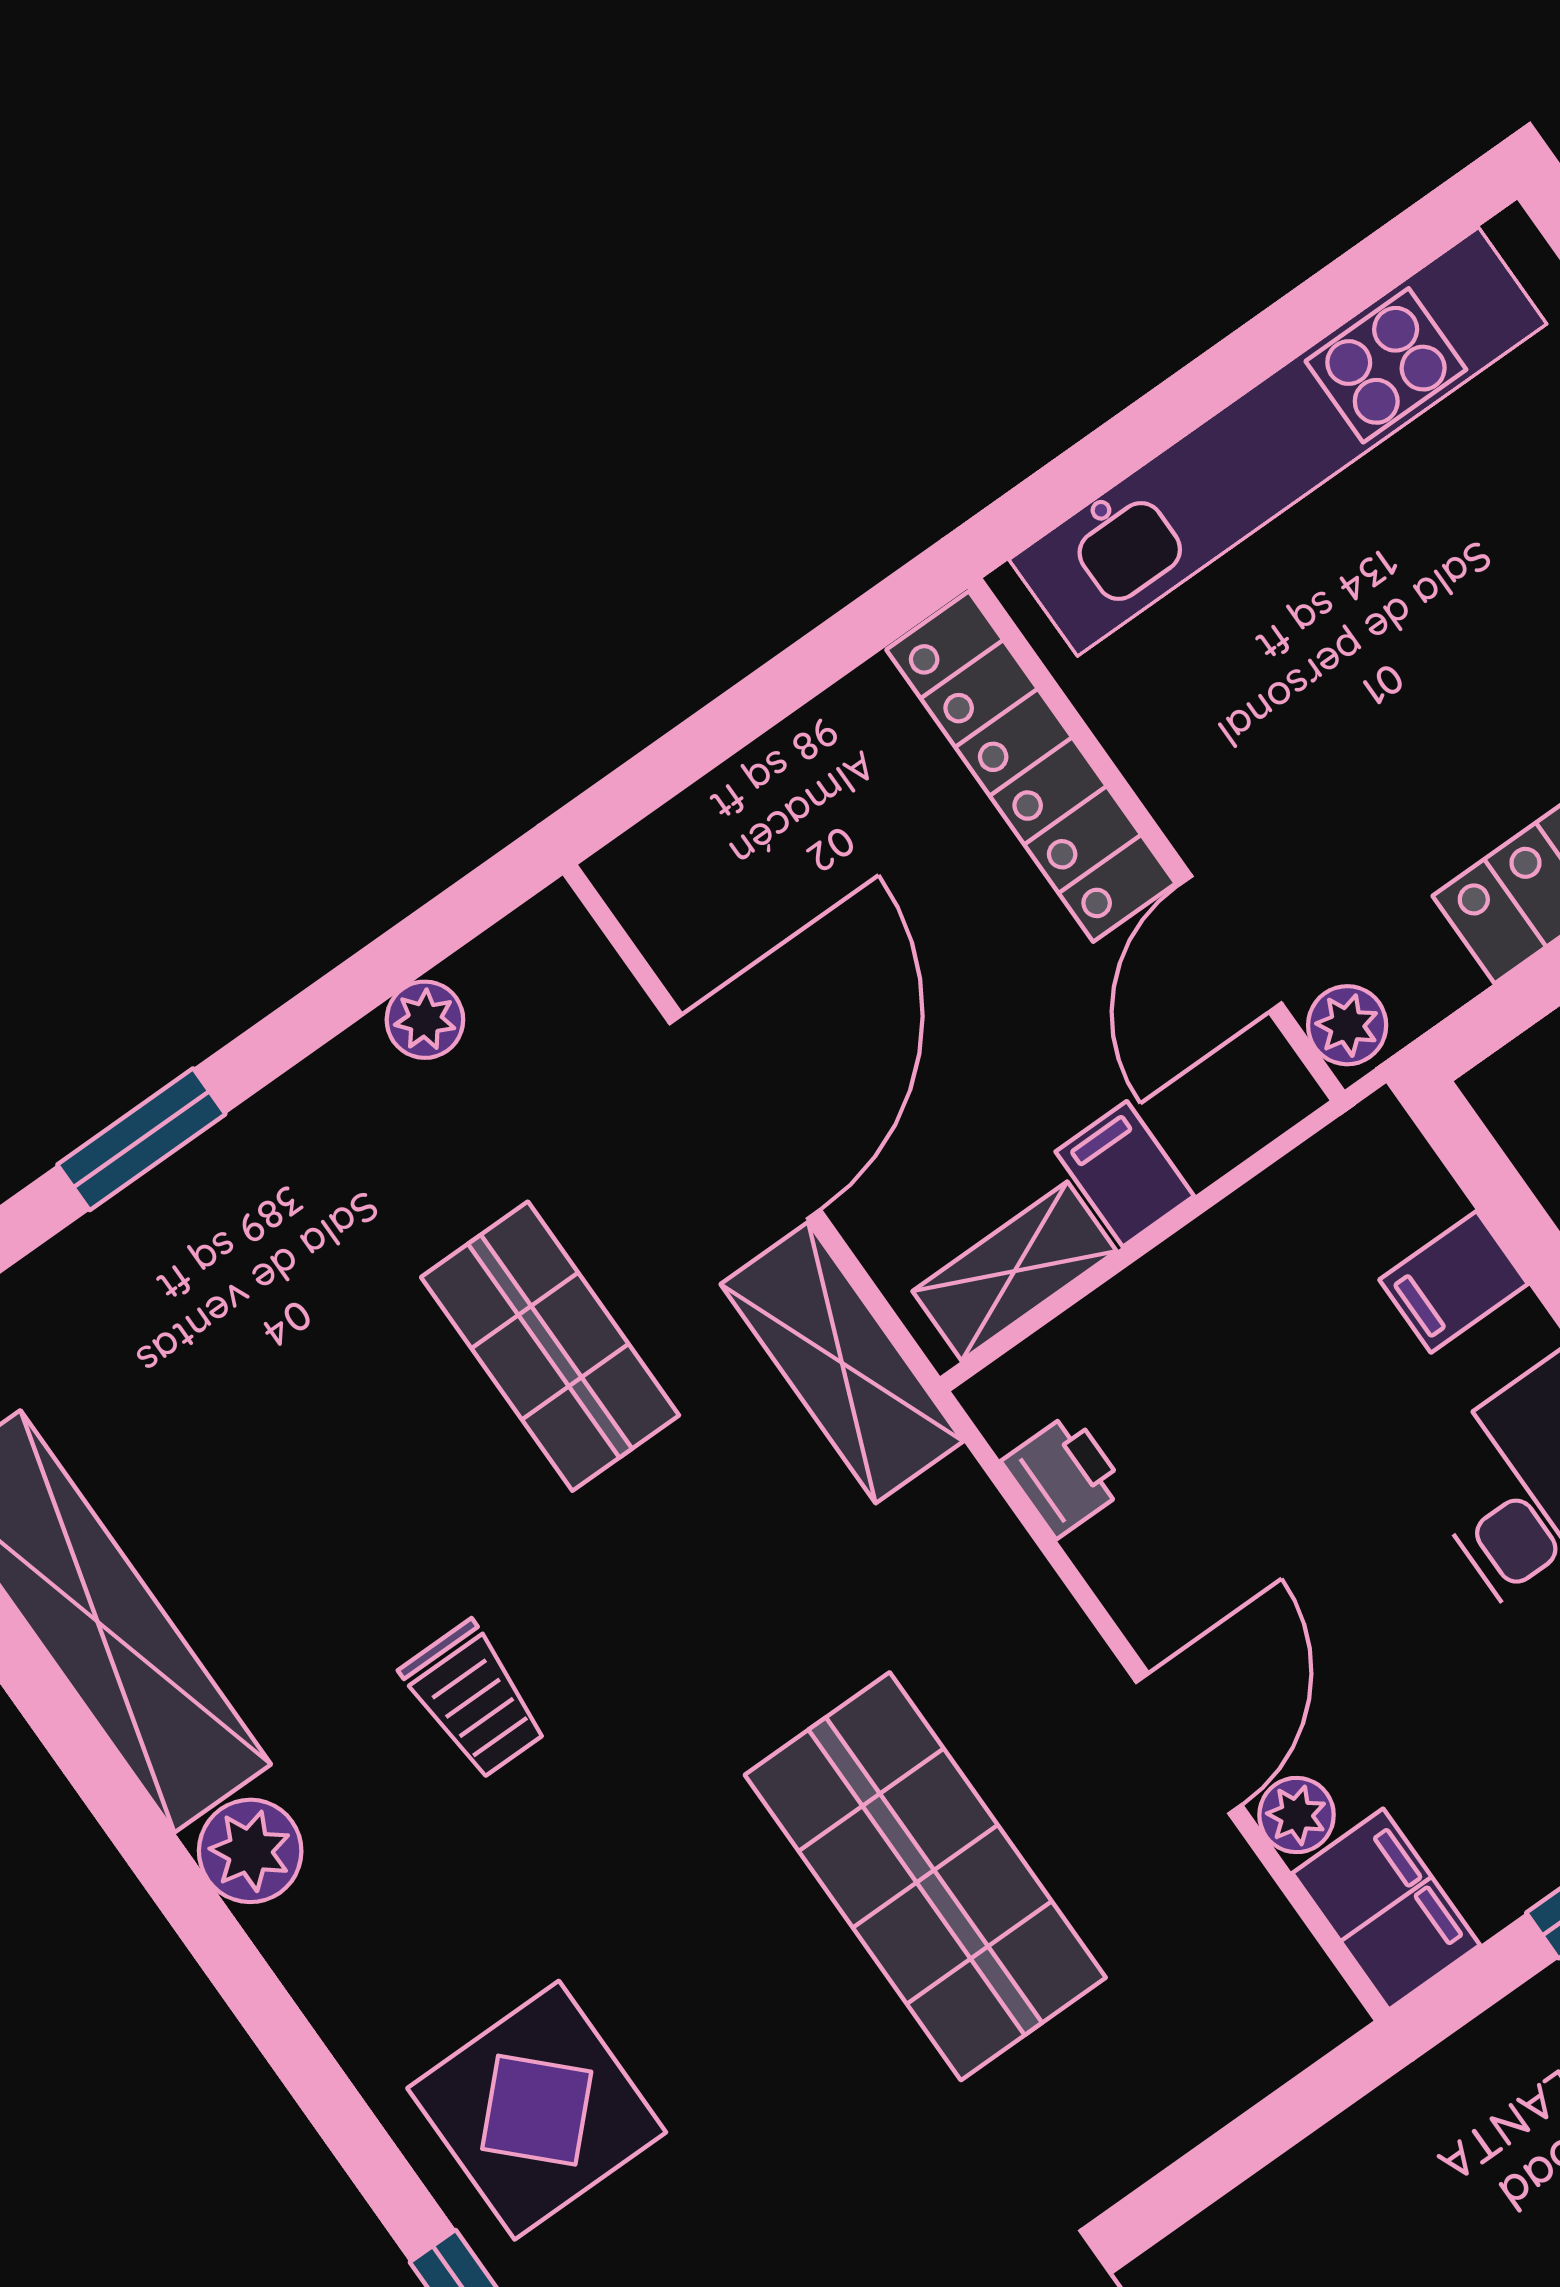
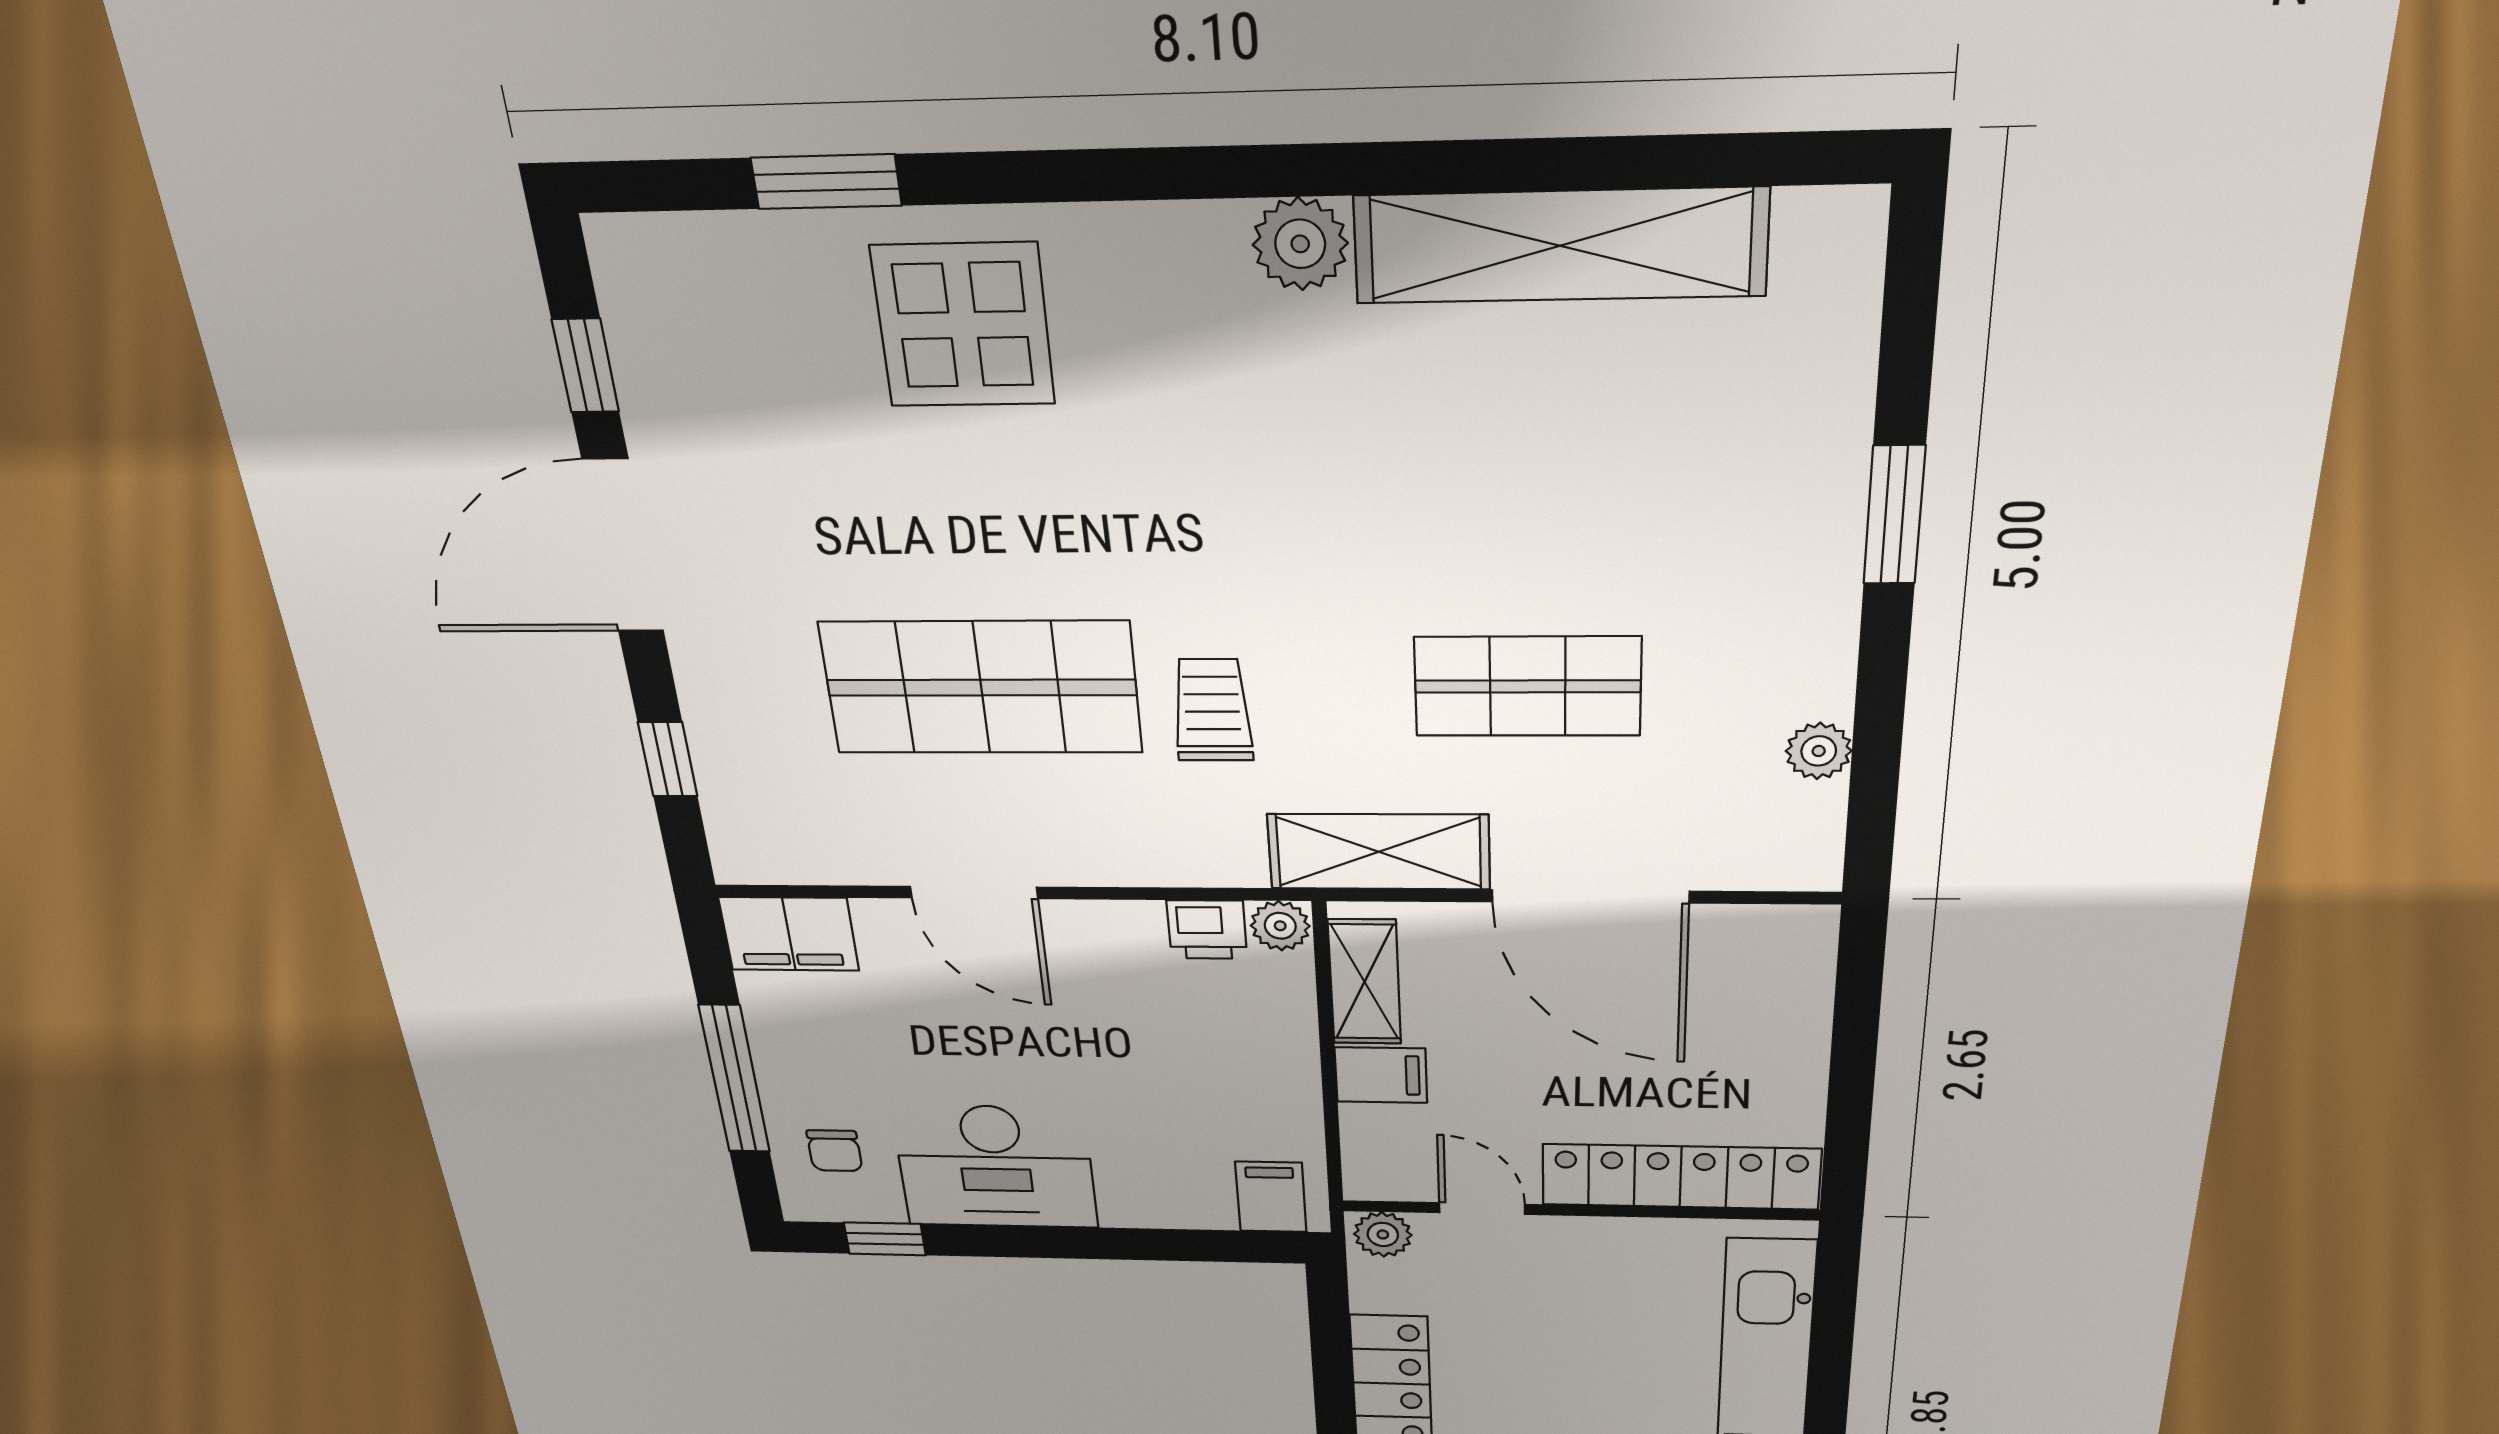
door: (1230, 944) -> (1482, 1209), width x0.73
filing cabinet: (1454, 1282) -> (1271, 1197), moved
trolley: (474, 1700) -> (1212, 710), moved, turned 90
plant: (1297, 1815) -> (1280, 926), moved
window: (1240, 2149) -> (668, 759), added

